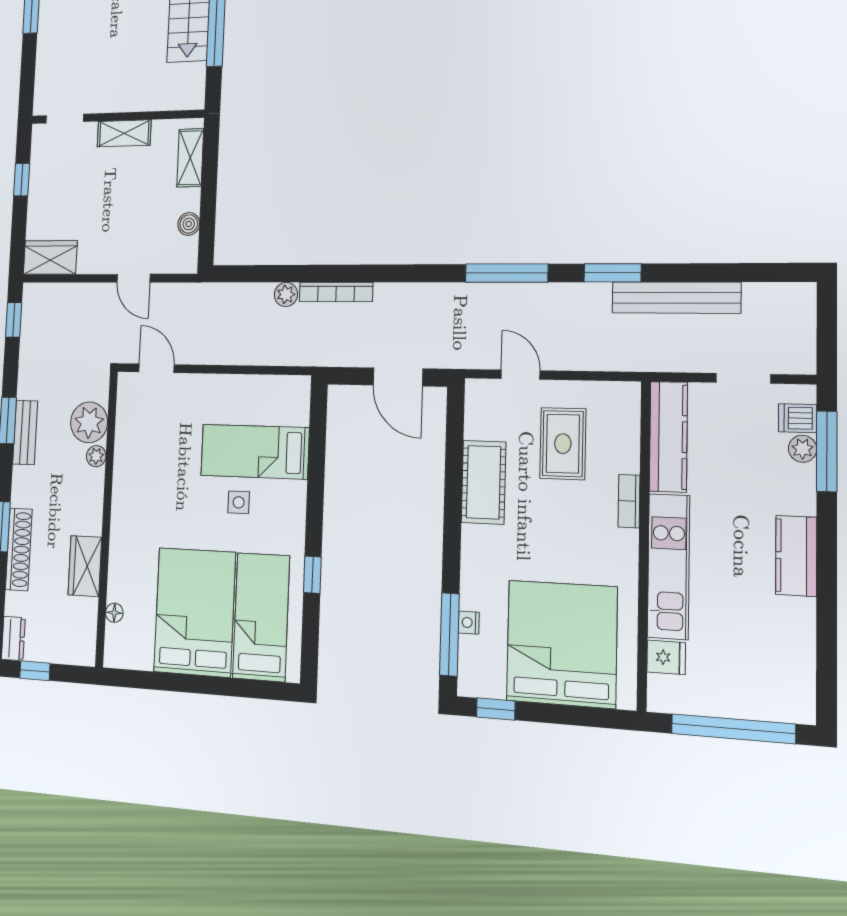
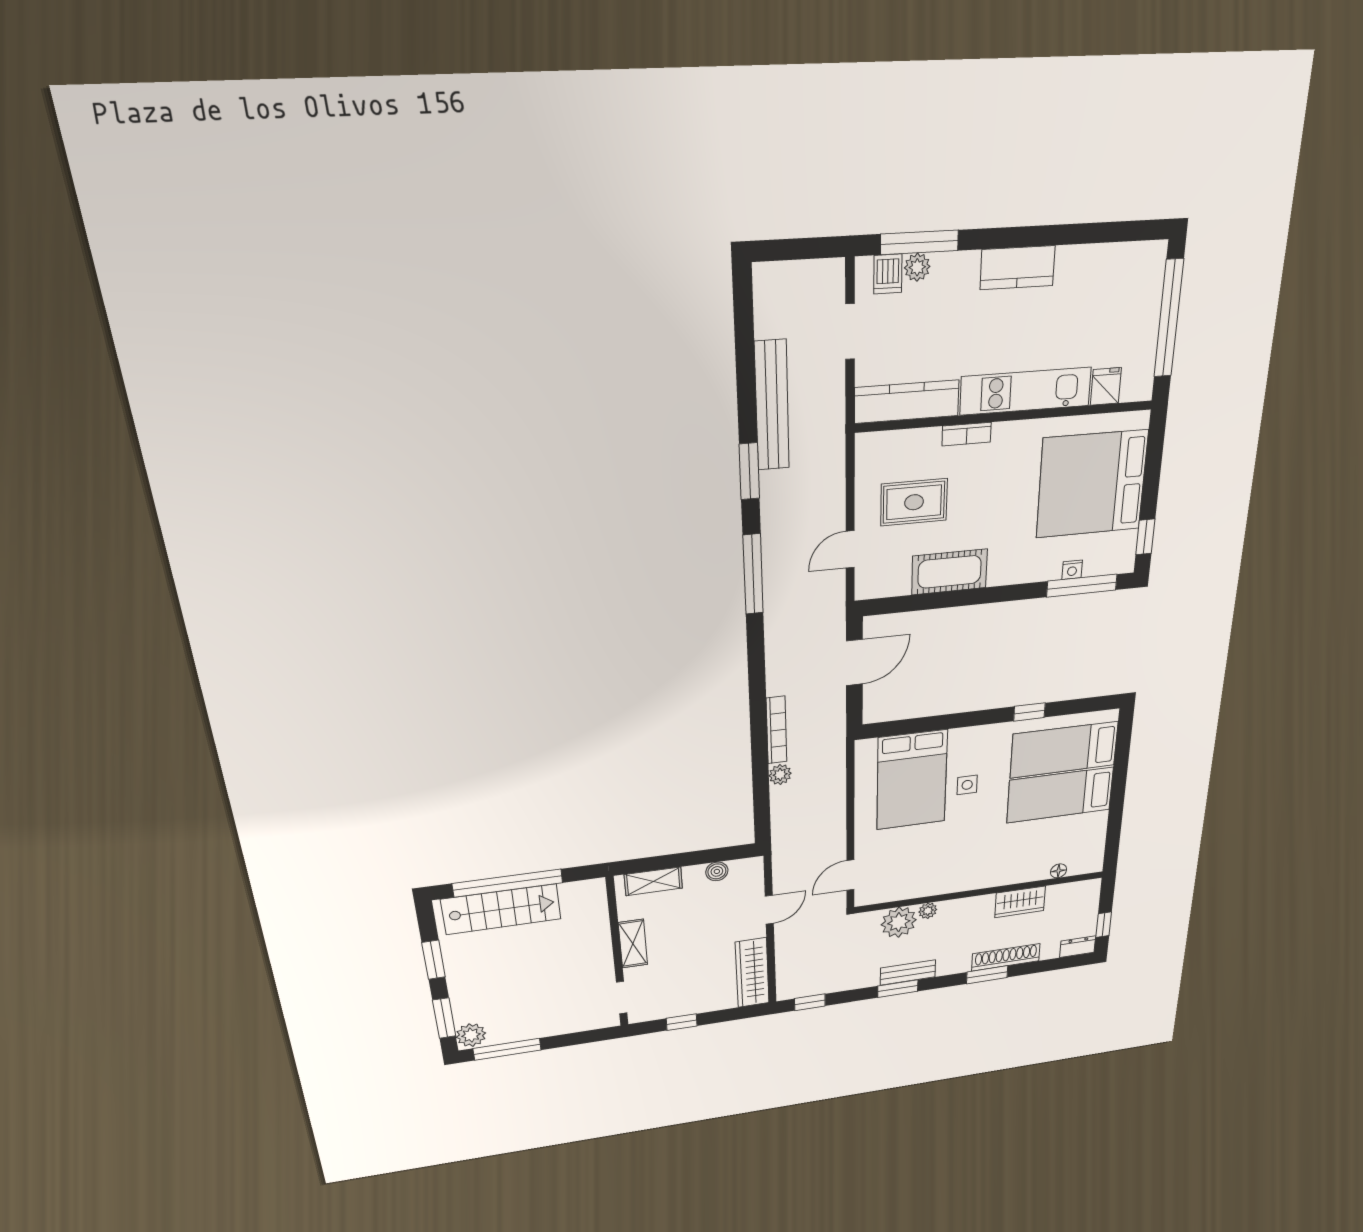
wardrobe: (50, 257) -> (752, 973), width x1.50
bed: (255, 452) -> (912, 780), width x1.50
bed: (195, 612) -> (1060, 795), width x0.67

